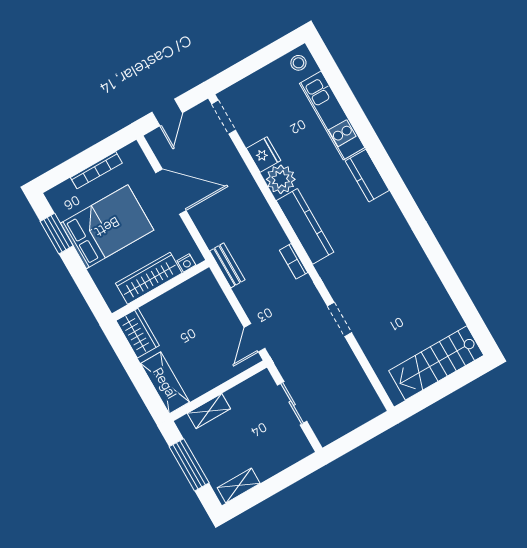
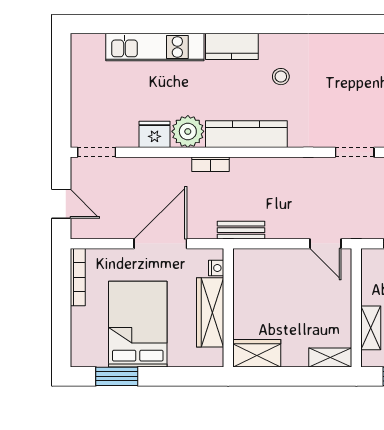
stool: (298, 63) -> (281, 77), moved
bookcase: (96, 170) -> (78, 277), moved
door: (171, 192) -> (160, 244), moved
bookcase: (294, 261) -> (210, 164), moved
shelving: (165, 383) -> (330, 358), width x0.67, depth x0.75

